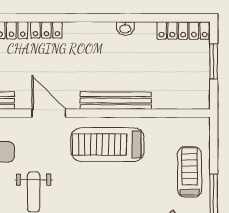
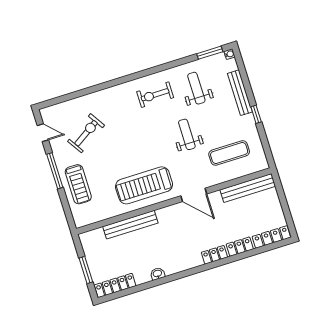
bench: (116, 101) -> (130, 225), moved
treadmill: (107, 145) -> (144, 185), turned 180

